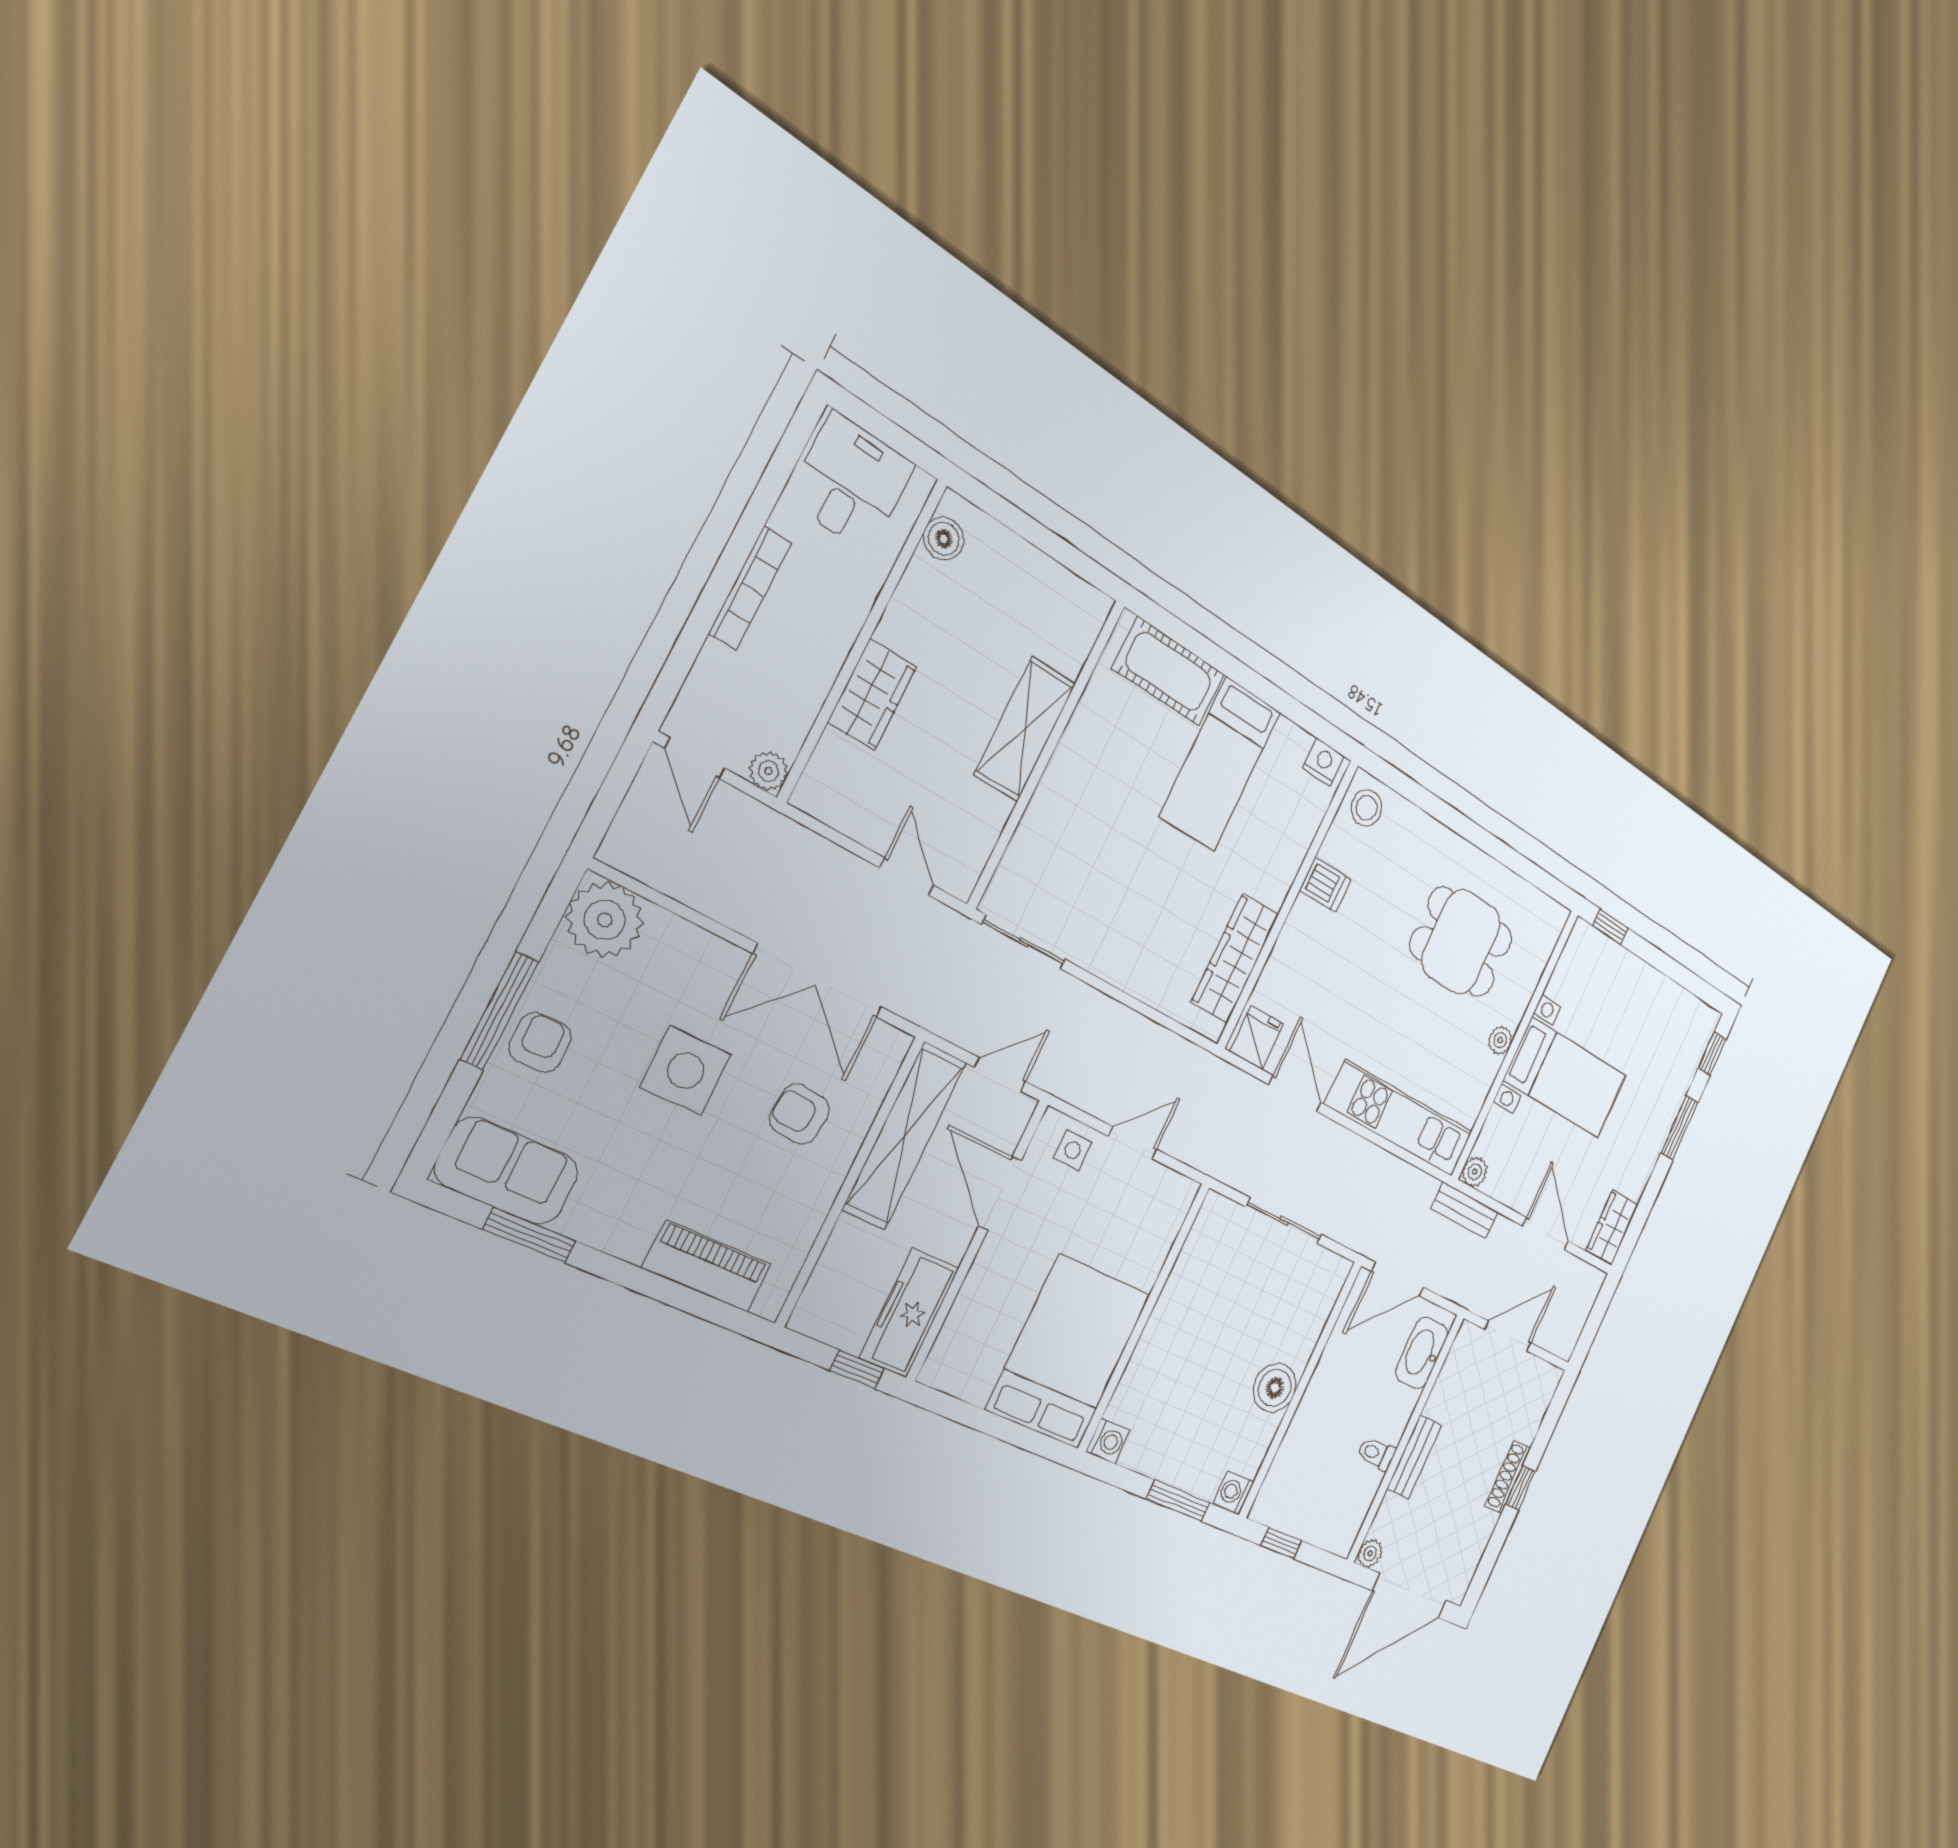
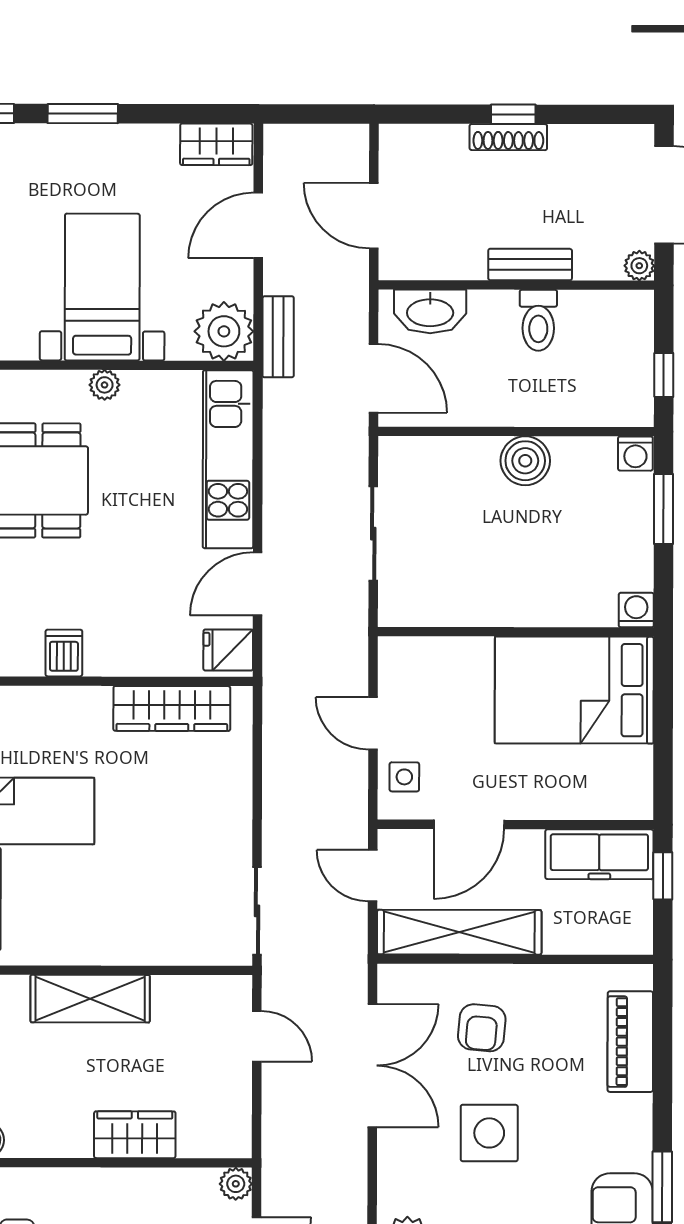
door: (907, 876) -> (257, 1036), swing flipped
plant: (1475, 1172) -> (224, 331), width x1.88, depth x1.88
toilet: (1376, 1454) -> (538, 320), width x1.37, depth x1.39

